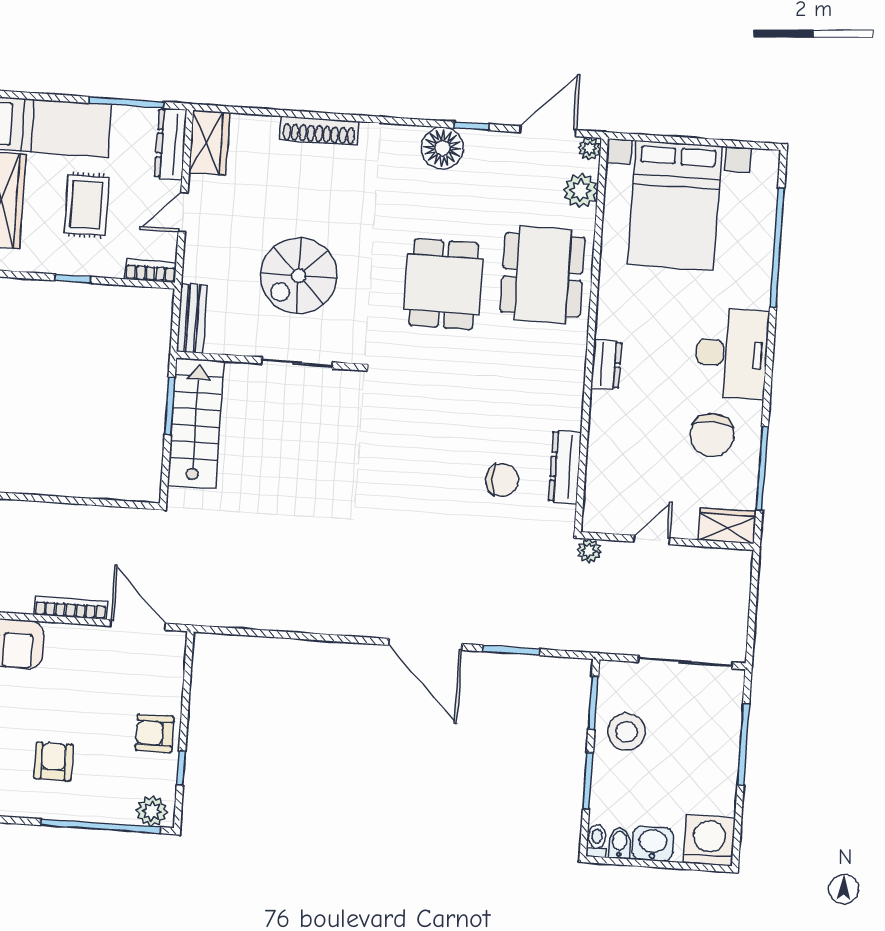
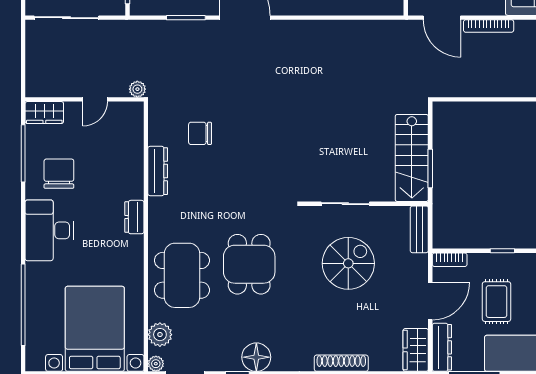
door: (183, 212) -> (430, 301), width x1.38
dresser: (565, 467) -> (158, 171), moved

